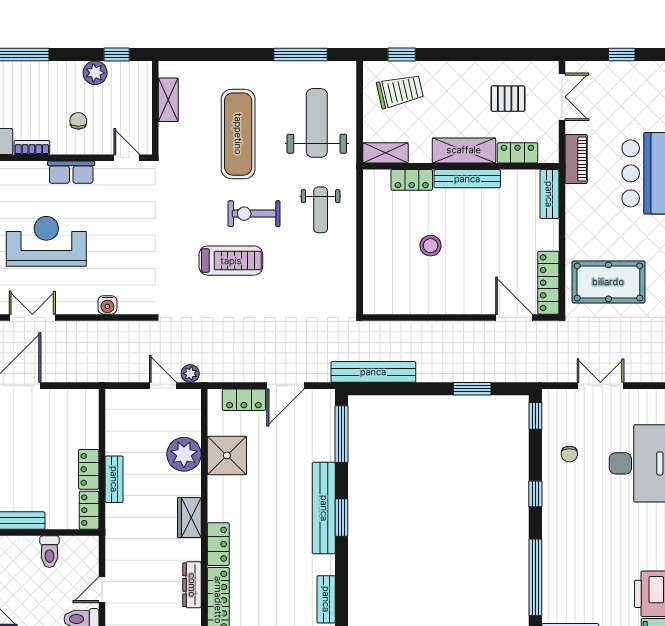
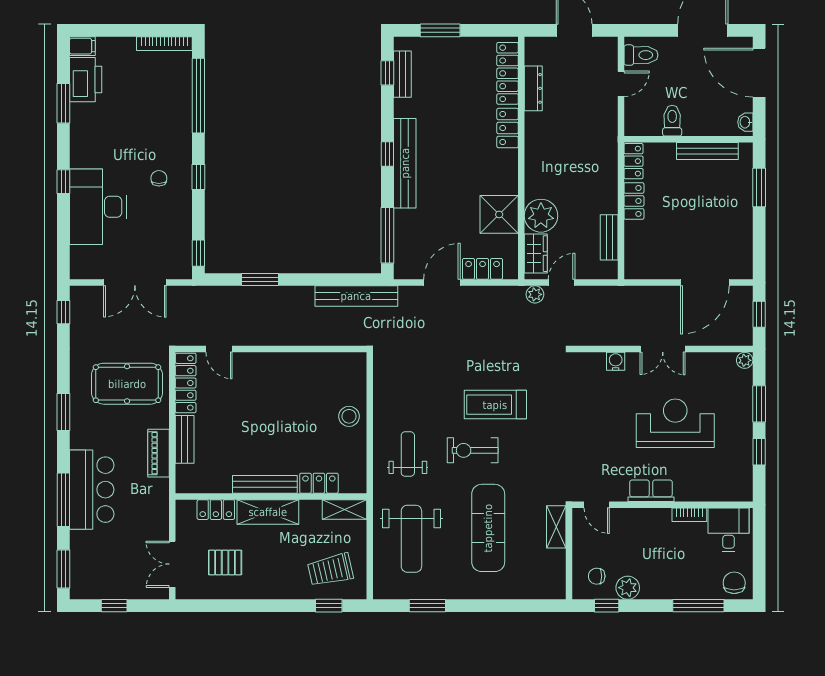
window: (300, 54) -> (427, 606), width x0.69
shelving: (168, 100) -> (556, 527), moved
chair: (78, 121) -> (597, 576), moved, turned 90
piano: (576, 159) -> (159, 453), moved
bench: (549, 194) -> (185, 439), moved
exercise bike: (254, 214) -> (473, 450), turned 180
reception desk: (46, 241) -> (675, 423), turned 180
stool: (431, 246) -> (349, 416), moved
double door: (32, 317) -> (663, 349), moved
door: (514, 317) -> (219, 349), width x0.73
door: (163, 386) -> (562, 283), swing flipped
double door: (600, 386) -> (135, 283), width x1.37
chair: (569, 454) -> (159, 178), moved
bench: (114, 479) -> (609, 237), moved
window: (342, 517) -> (387, 154), width x0.67
wardrobe: (189, 518) -> (536, 254), moved
window: (342, 601) -> (387, 73), added

